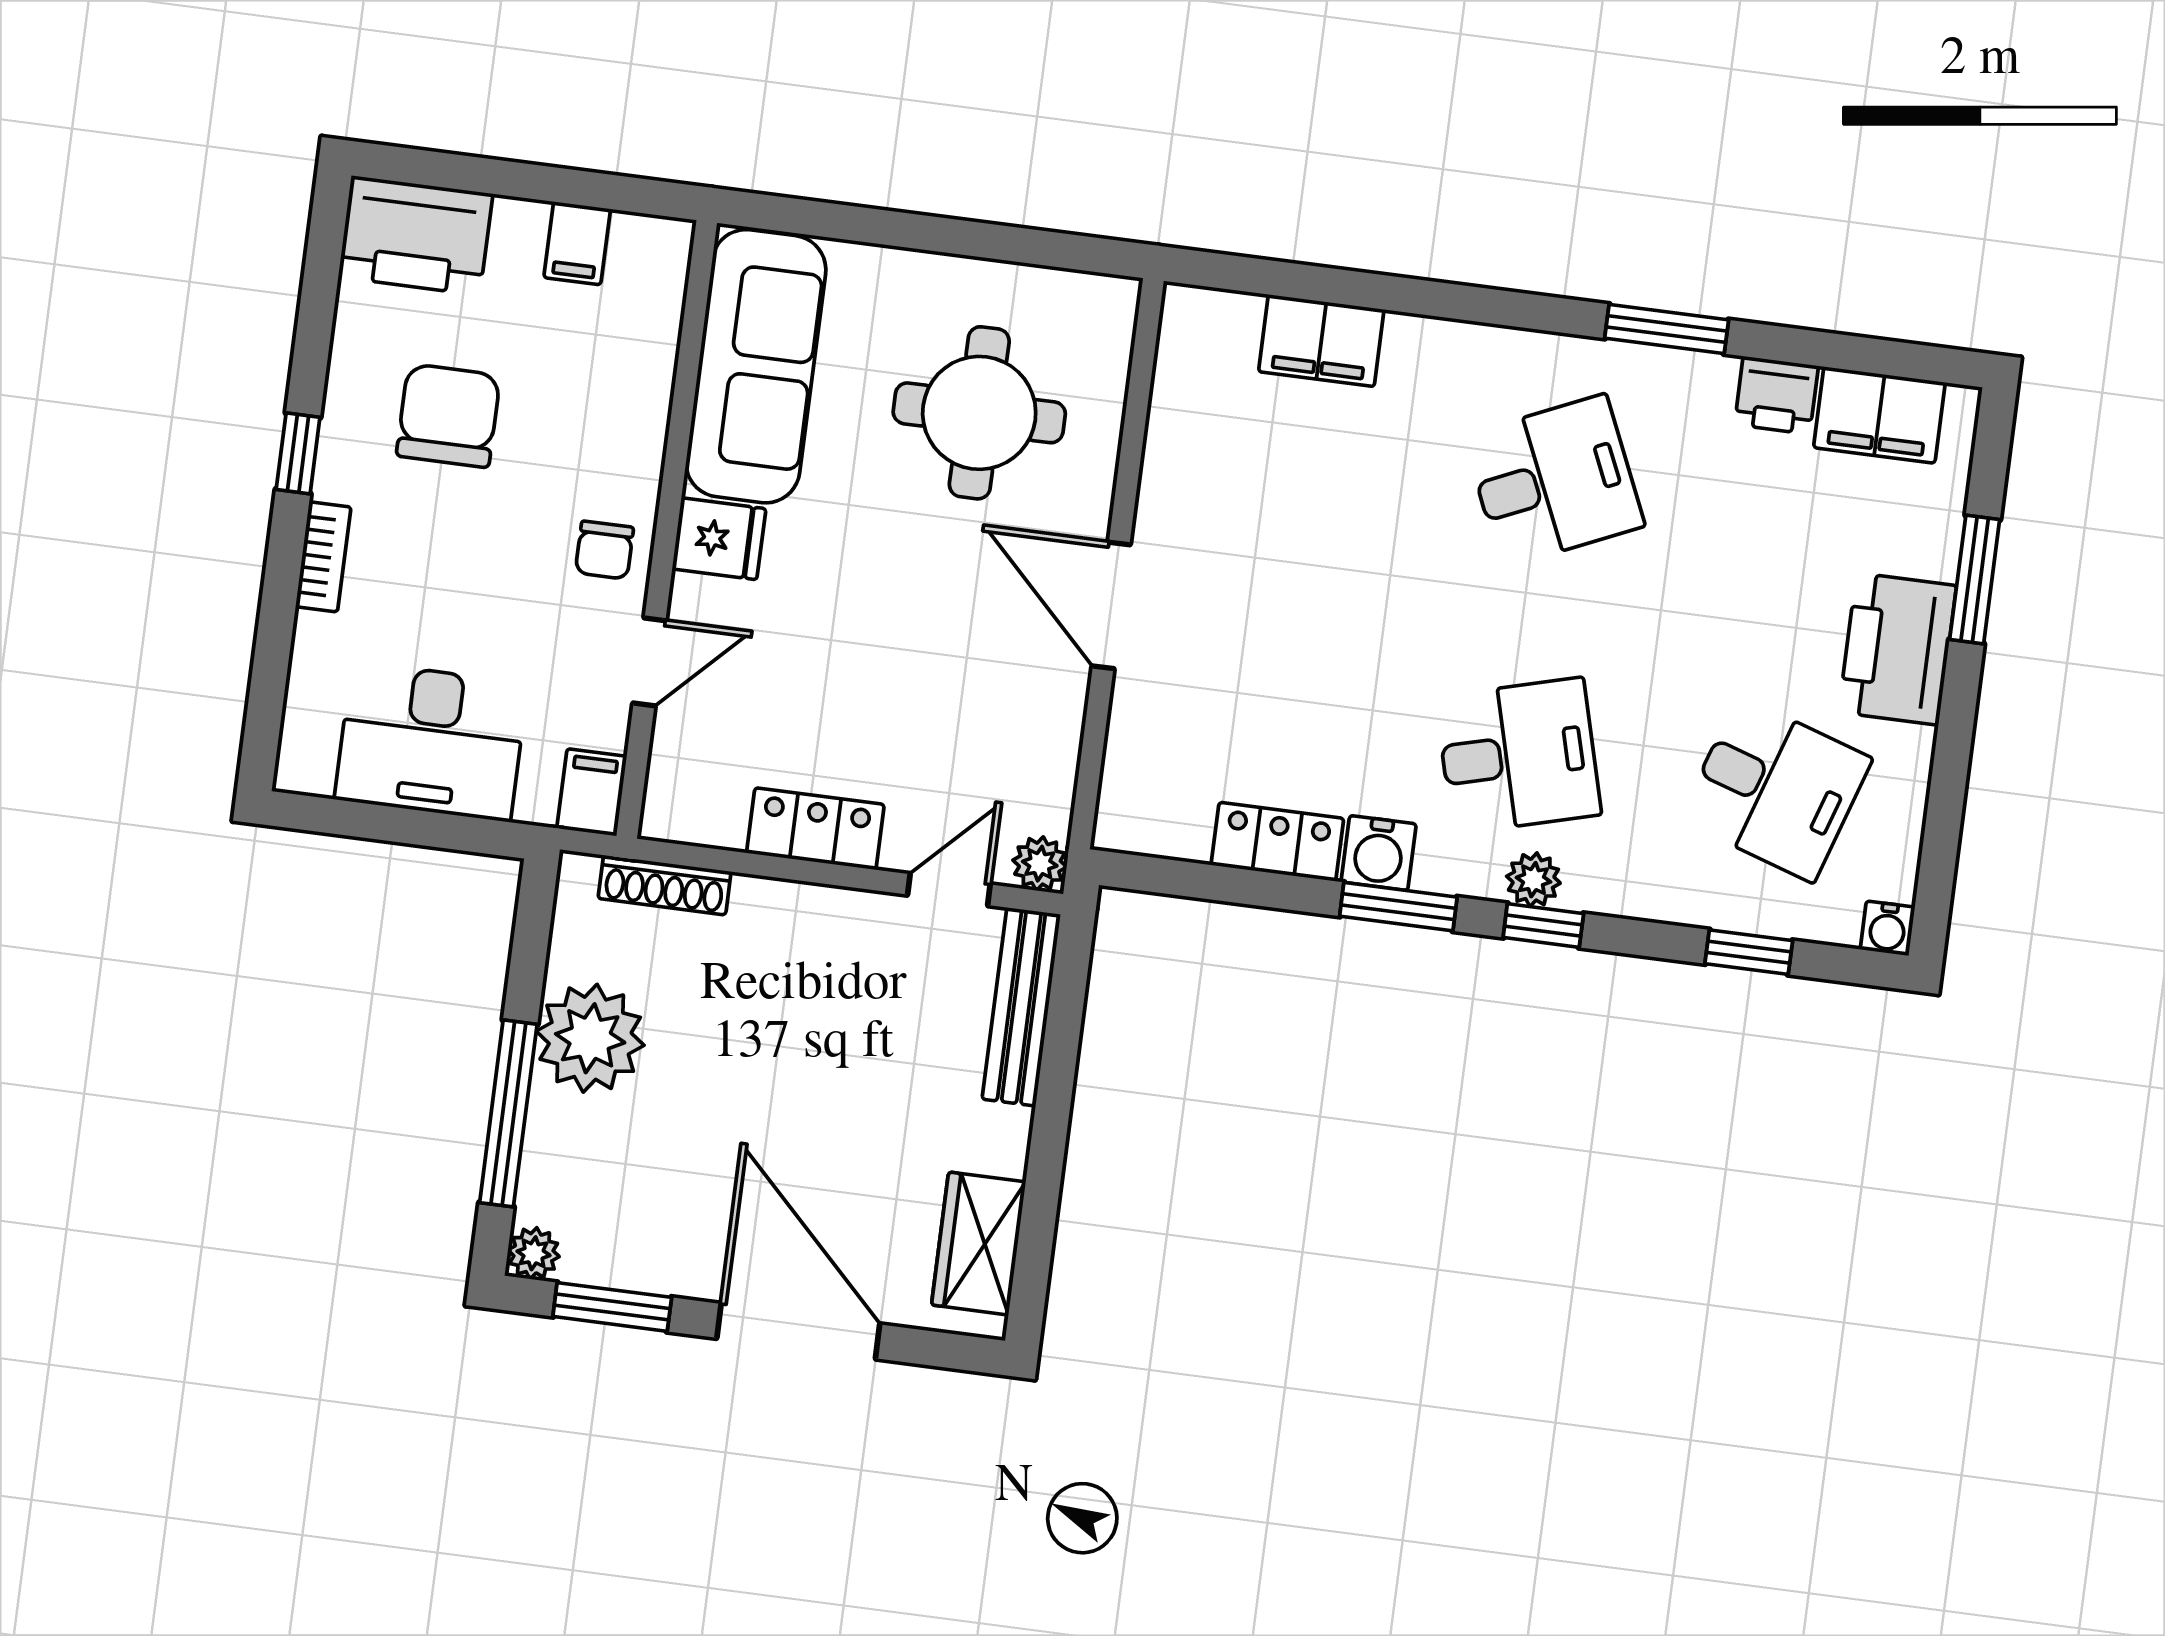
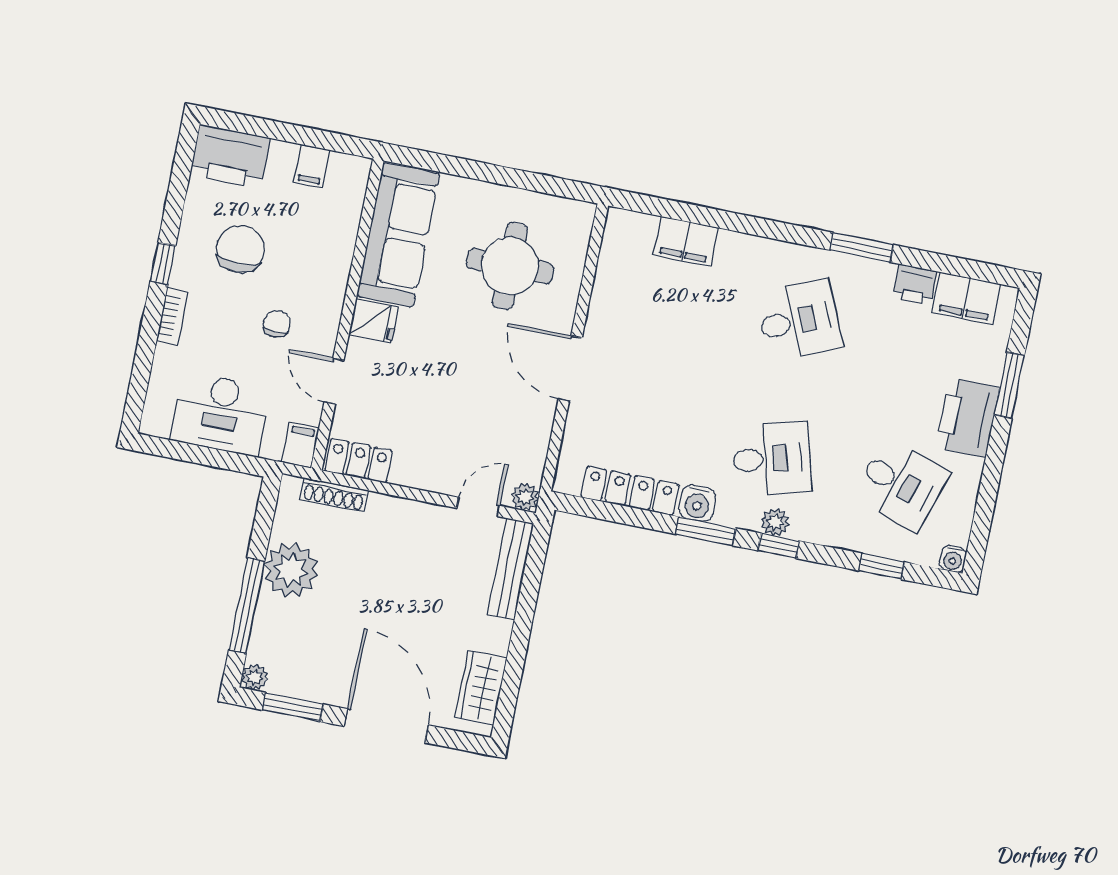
chair: (604, 550) -> (277, 324), moved, turned 180
door: (650, 662) -> (334, 381), swing flipped
locker: (815, 829) -> (359, 461), moved
locker: (1277, 842) -> (630, 491), width x1.53

